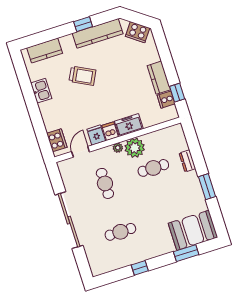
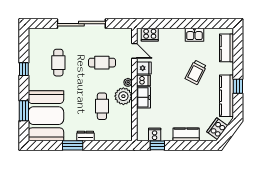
kitchen counter: (159, 78) -> (186, 134), moved
dresser: (187, 161) -> (85, 136), moved
booth: (193, 230) -> (46, 116), width x1.36, depth x1.42

